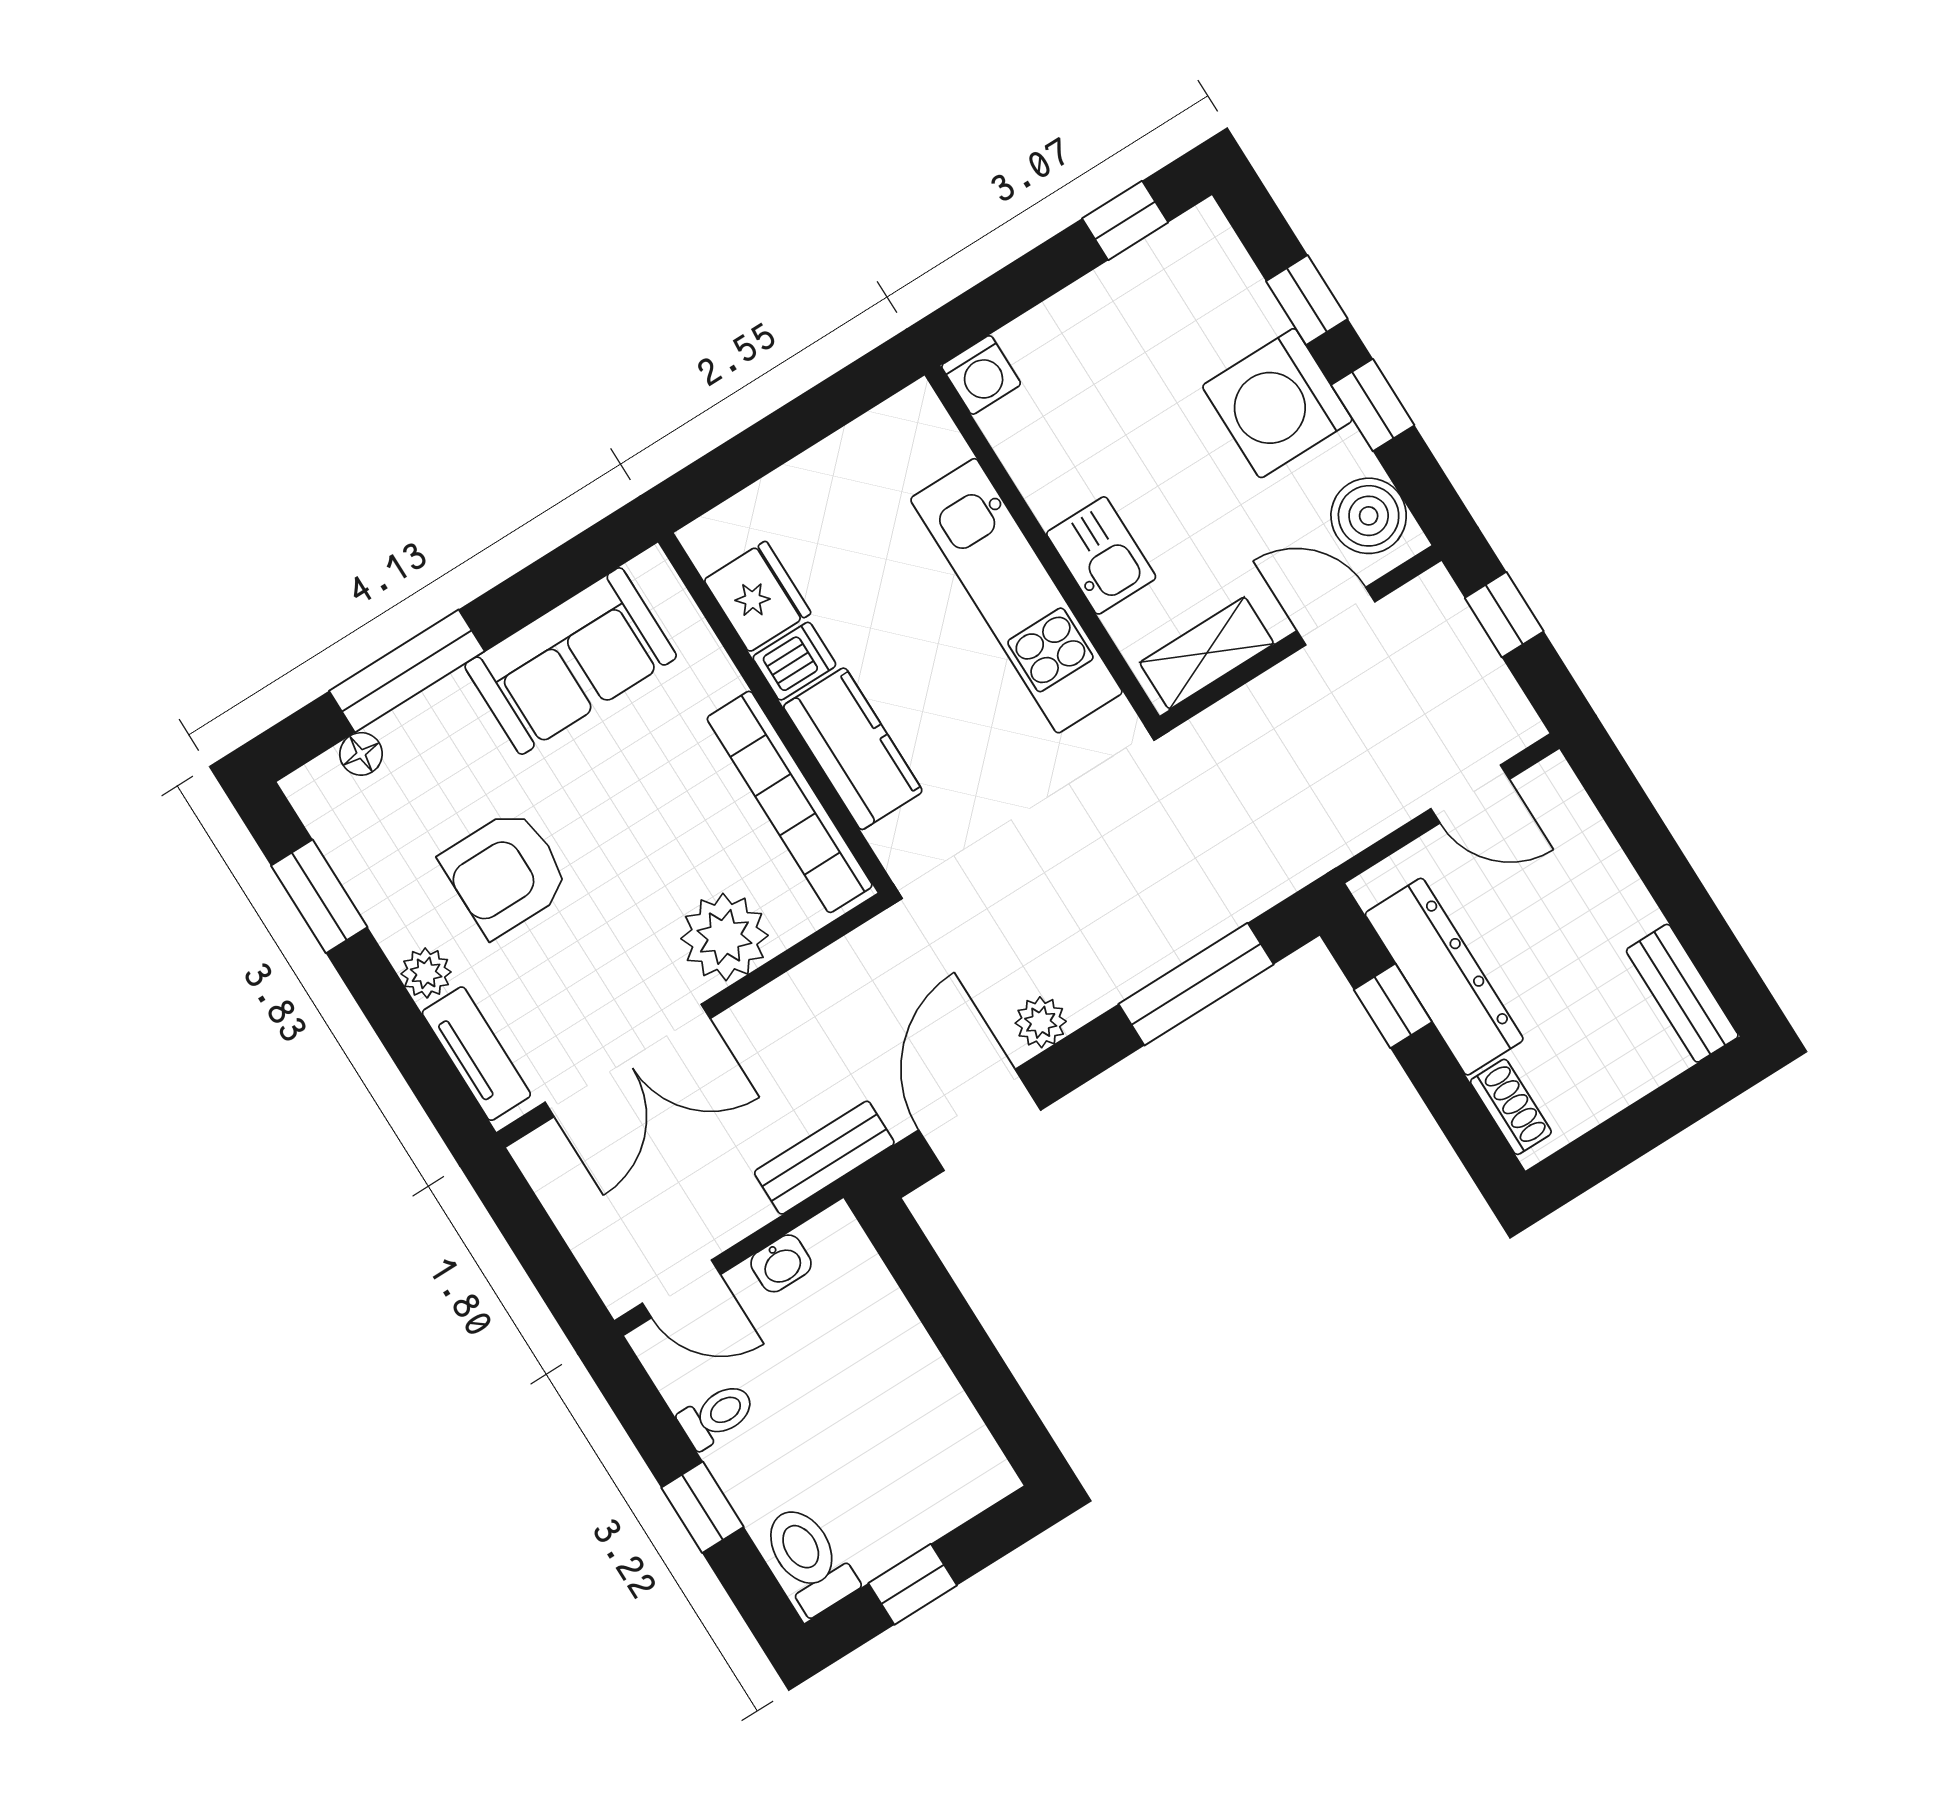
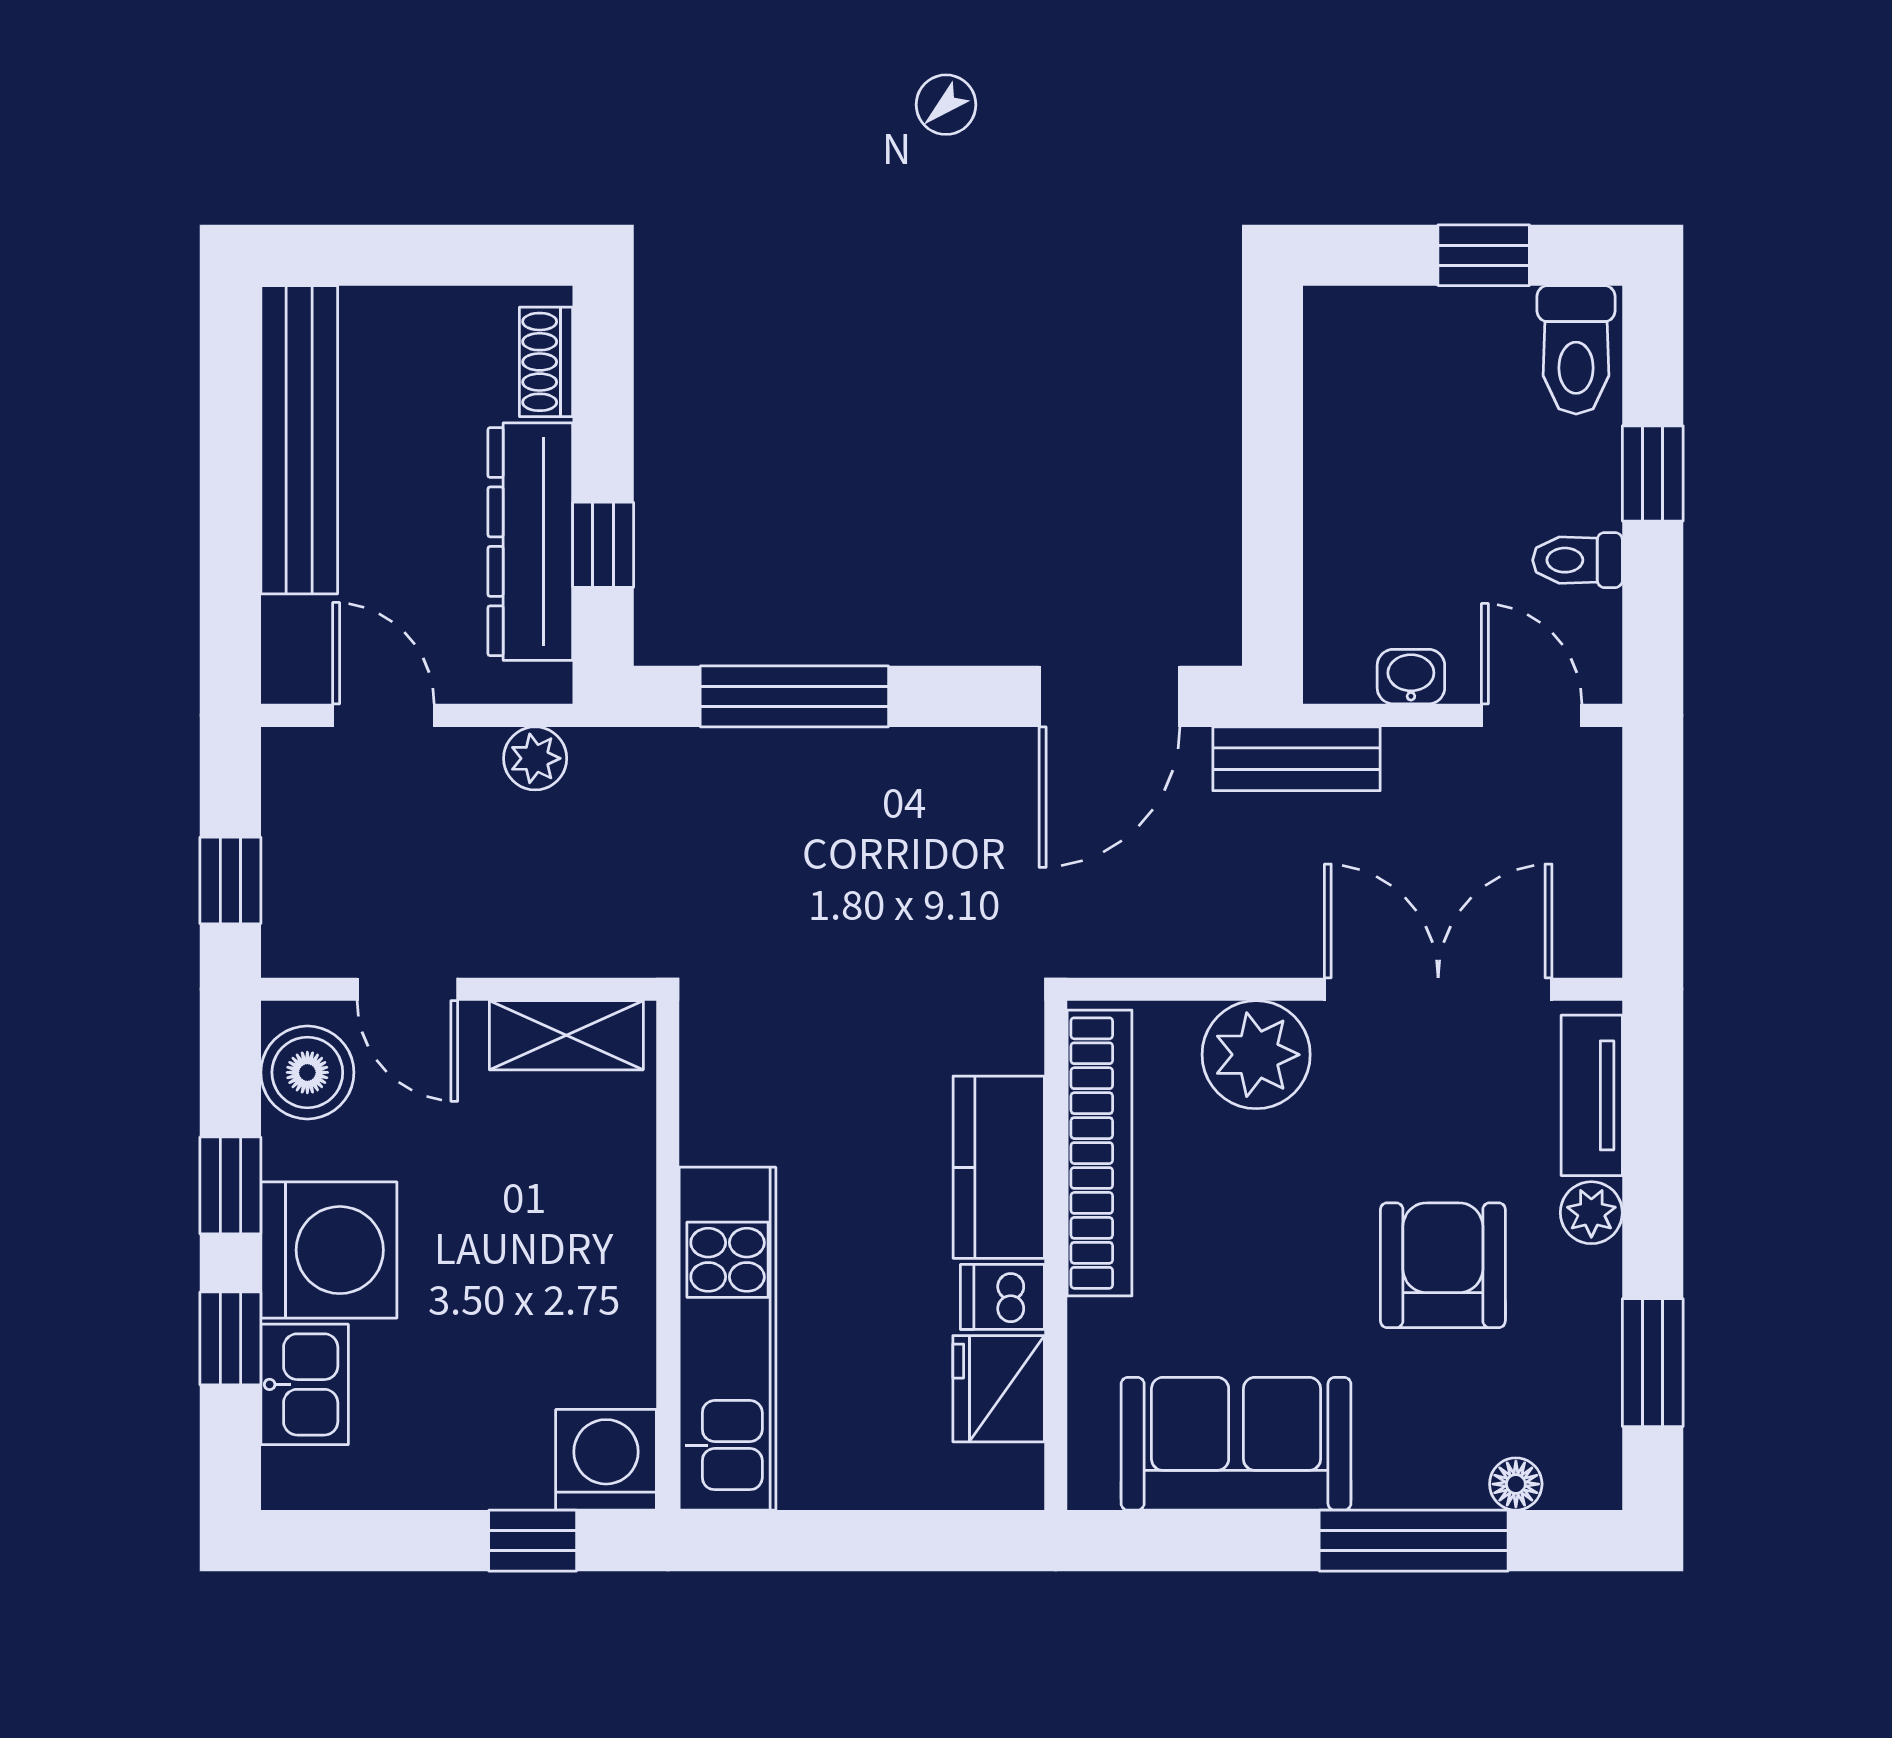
window: (1125, 220) -> (533, 1541), moved
washing machine: (981, 375) -> (606, 1460), width x1.38, depth x1.38
kitchen sink: (1101, 555) -> (305, 1384), moved, turned 180
kitchen unit: (1016, 596) -> (728, 1339), moved
armchair: (505, 873) -> (1443, 1265), turned -90
bench: (1682, 993) -> (299, 440), width x1.86, depth x1.21
plant: (1041, 1022) -> (535, 758), moved

